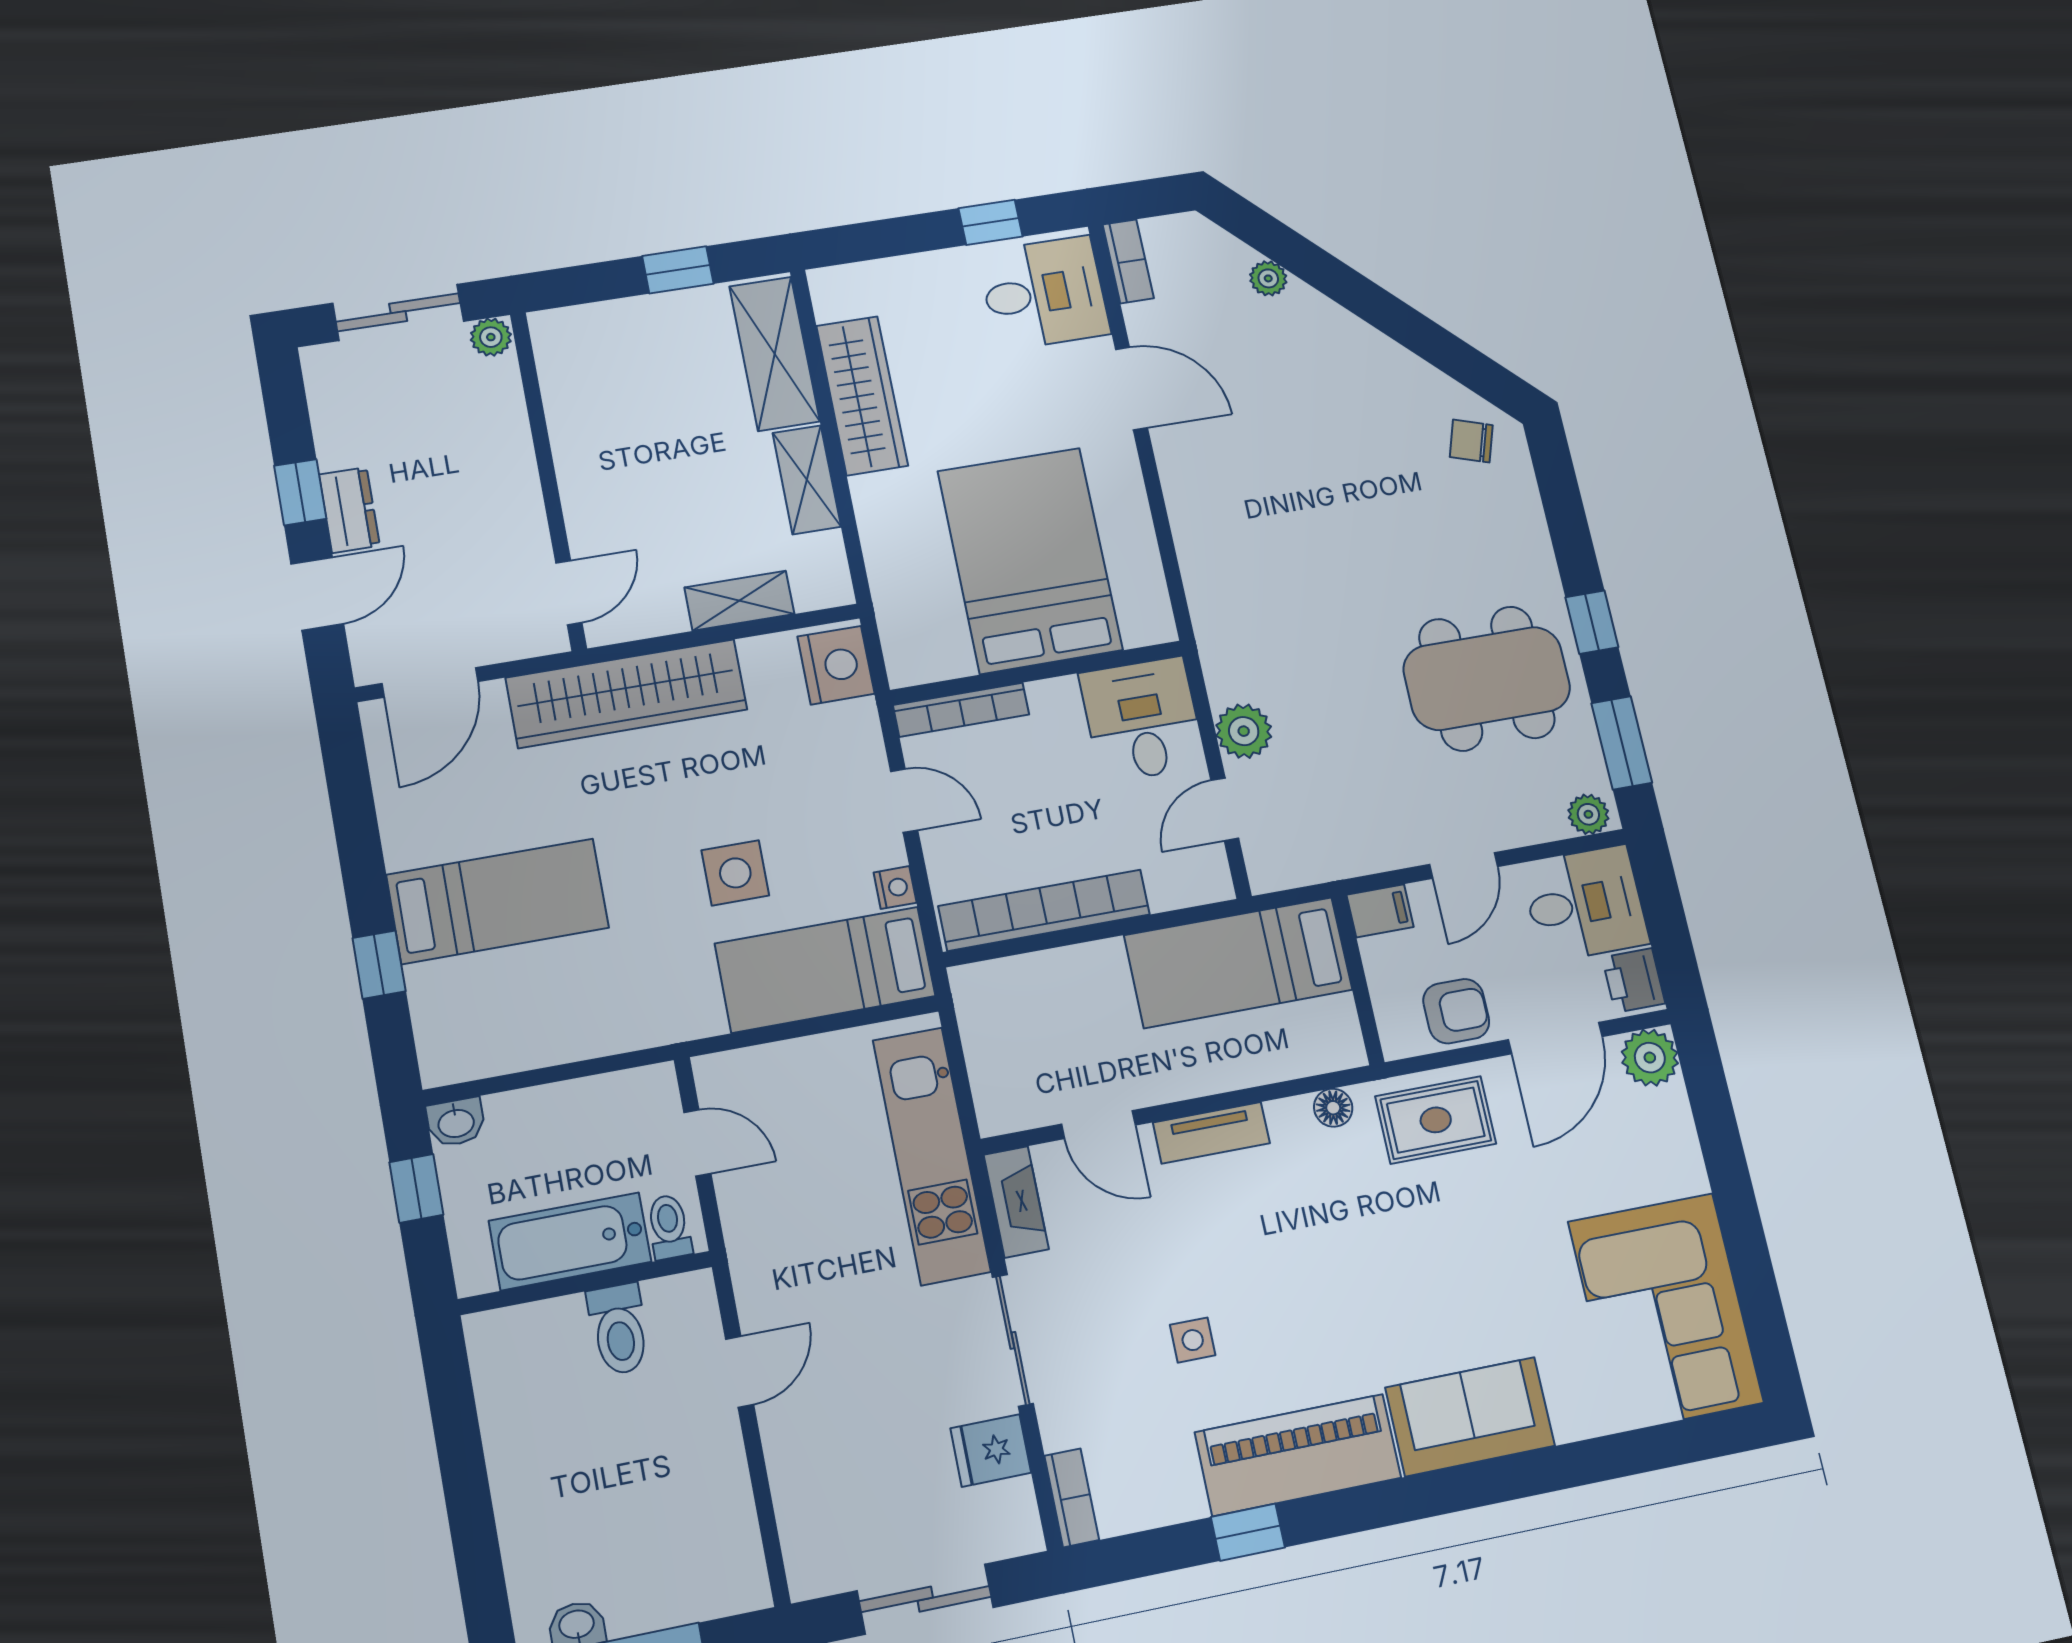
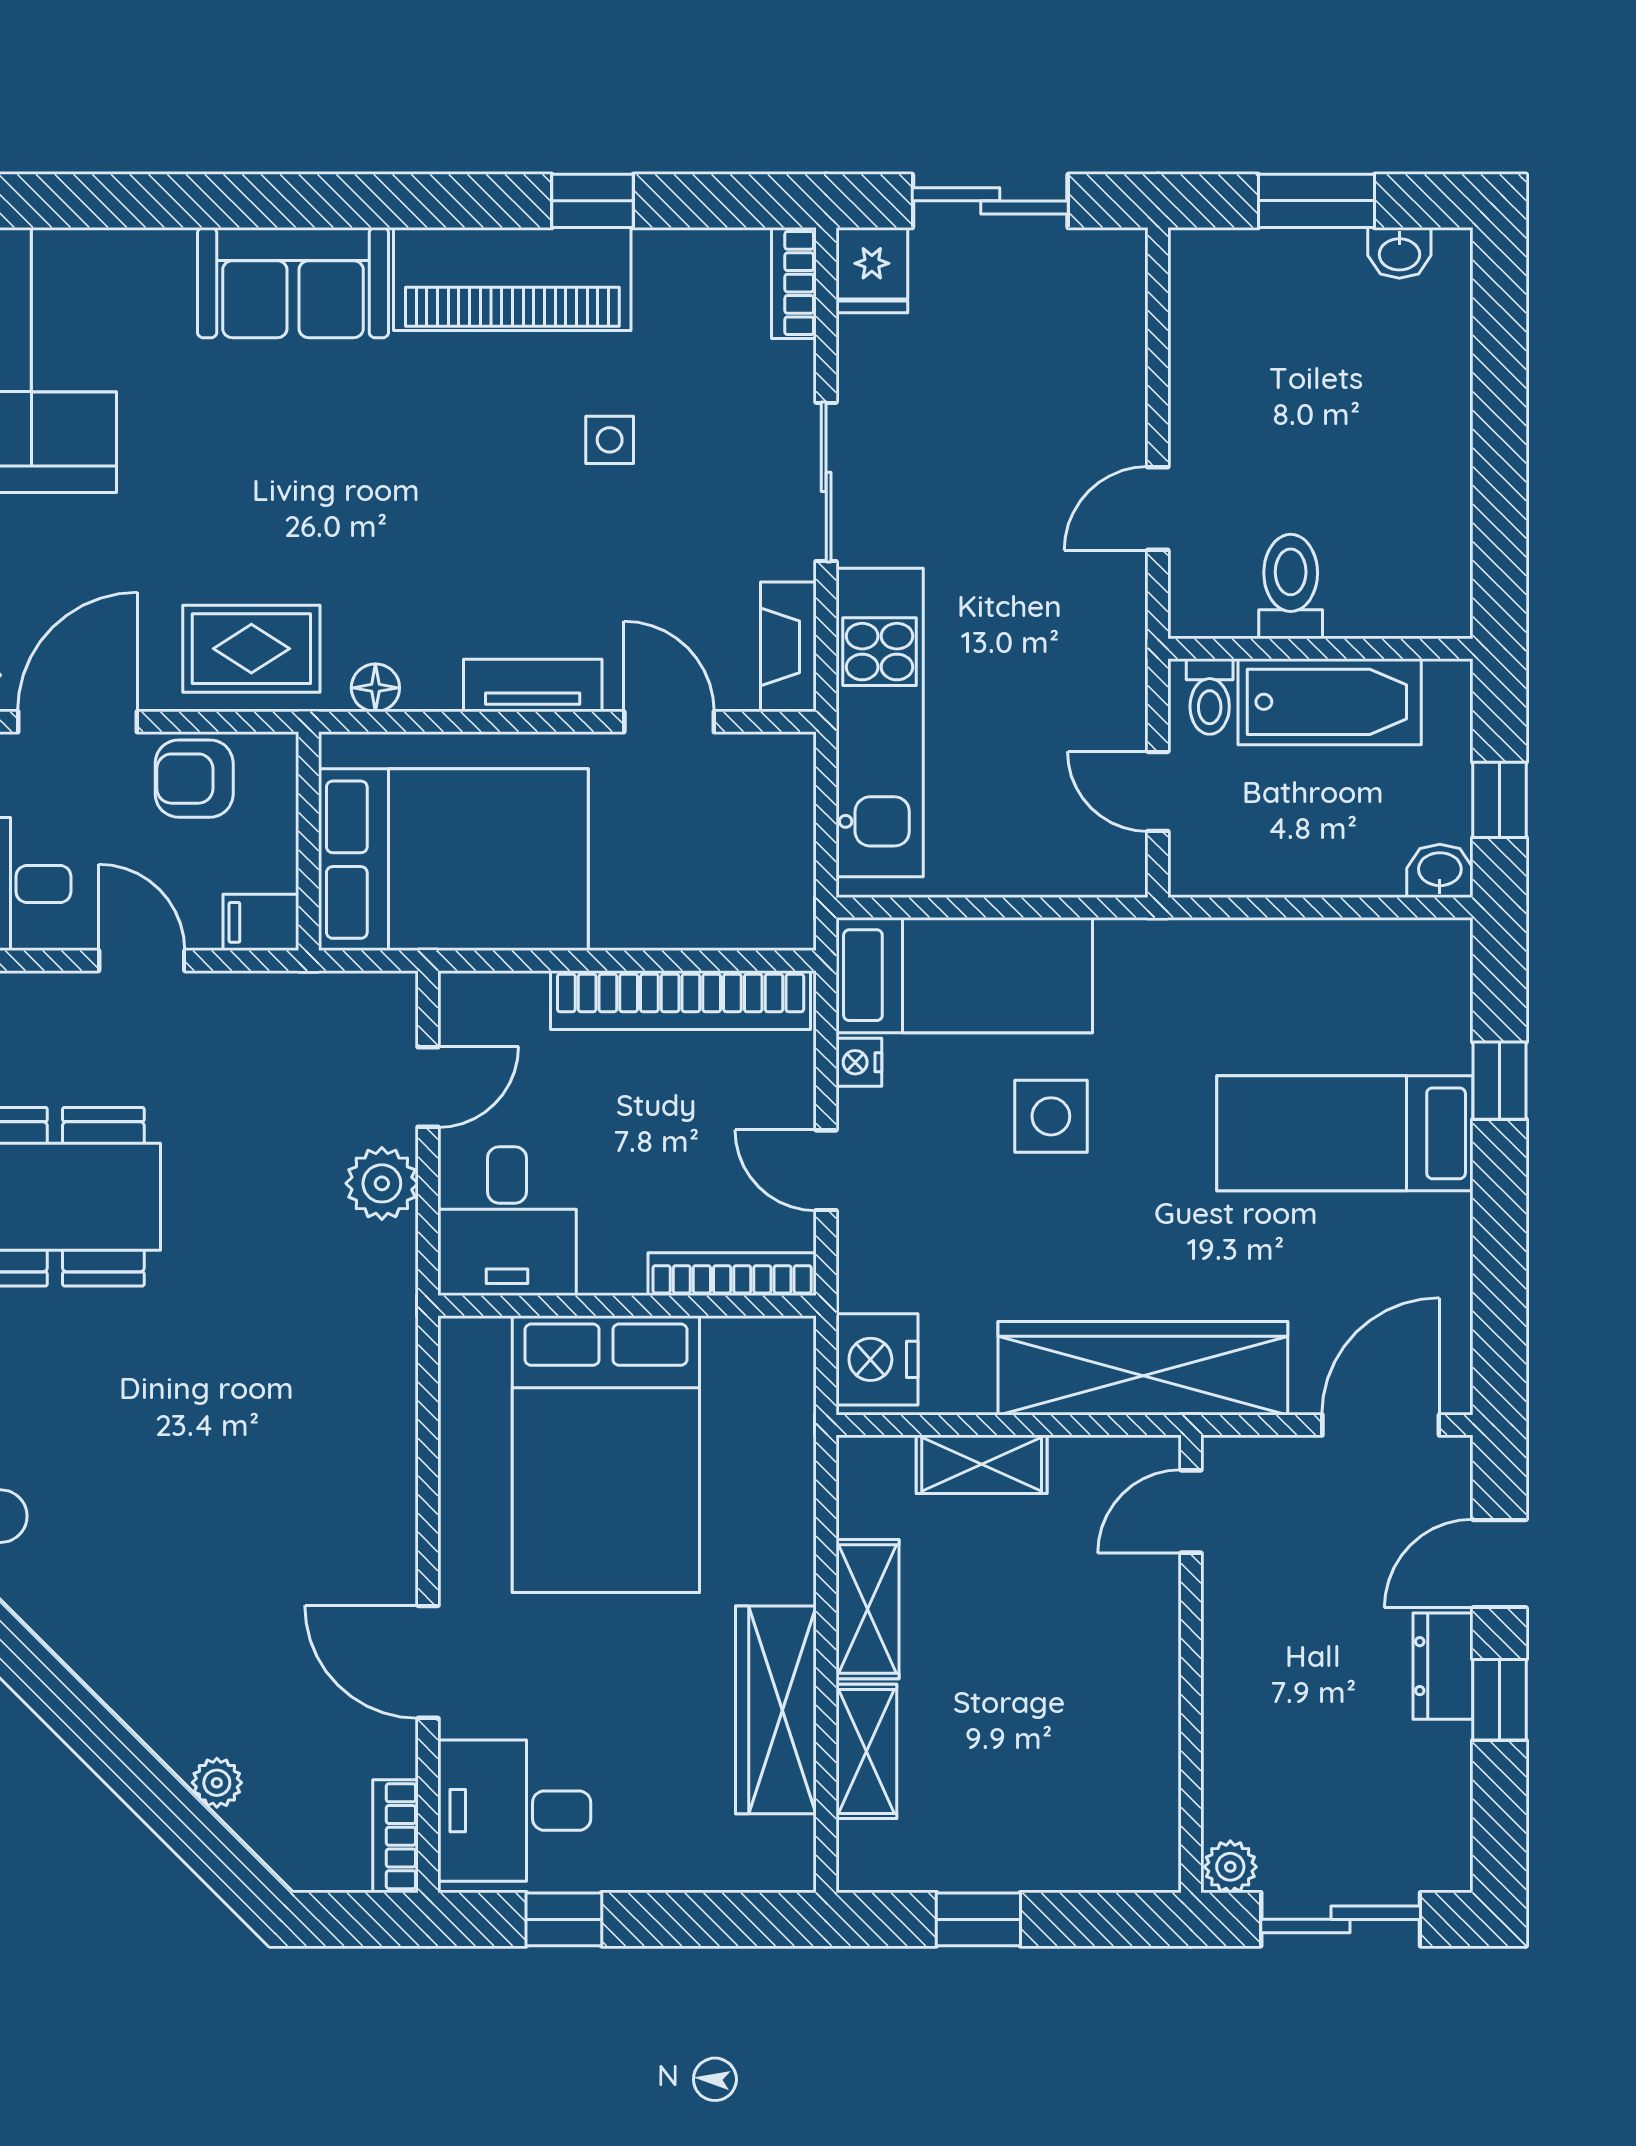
shelving: (775, 354) -> (866, 1751), width x0.67, depth x0.75
door: (1464, 866) -> (142, 961), hinge flipped
bed: (1238, 963) -> (453, 860), width x1.50
fridge: (991, 1450) -> (872, 270), moved, turned 90

